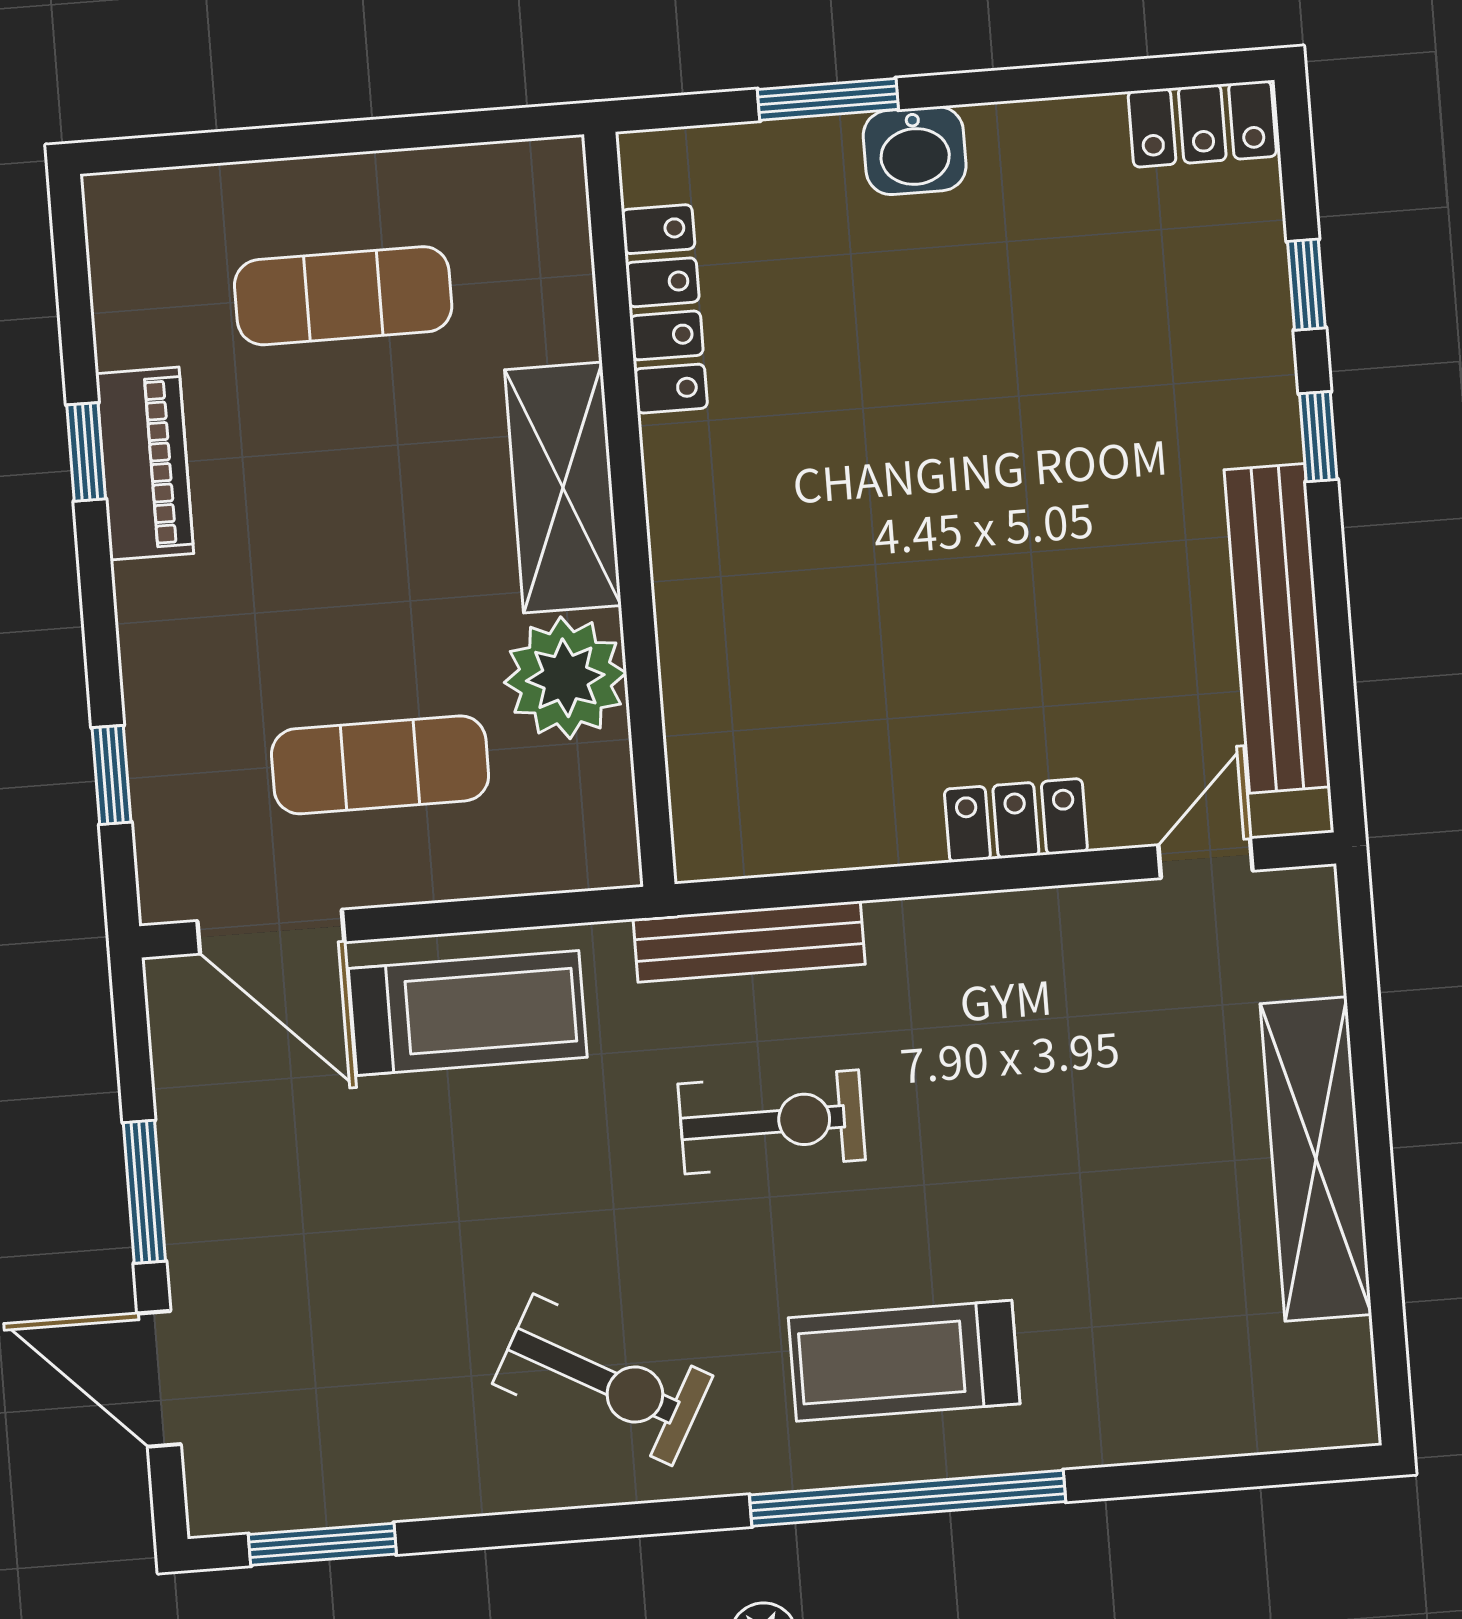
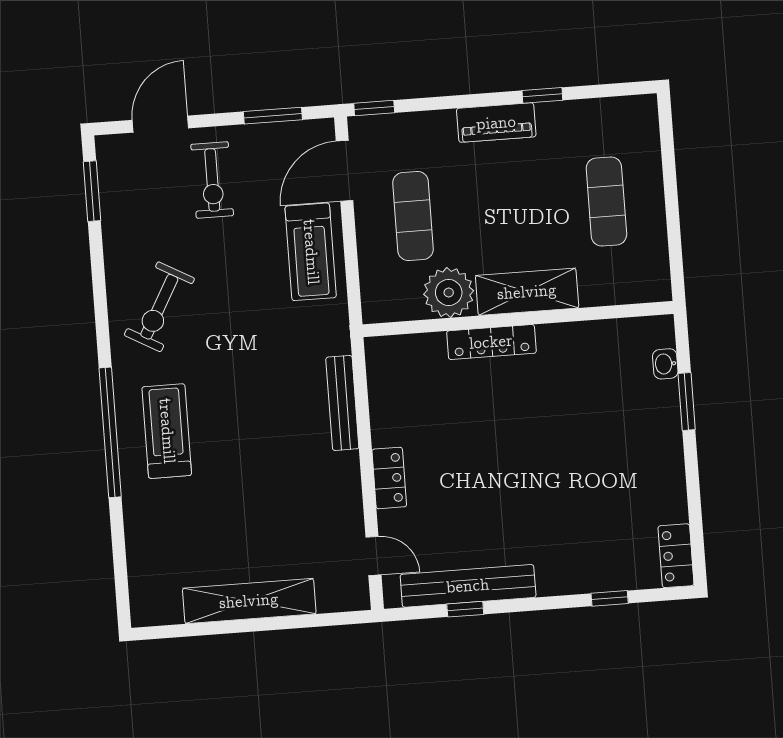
washbasin: (915, 151) -> (665, 364), moved, width x0.72, depth x0.69
locker: (664, 309) -> (491, 342), moved
window: (1318, 437) -> (465, 609), moved
piano: (145, 464) -> (496, 123), moved
window: (112, 775) -> (374, 108), moved
bench: (749, 942) -> (342, 403), moved
exercise bike: (772, 1122) -> (212, 180), moved
window: (144, 1192) -> (273, 116), moved

